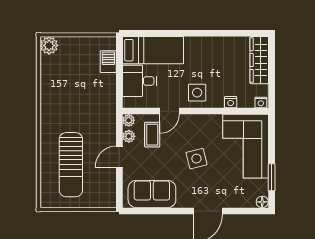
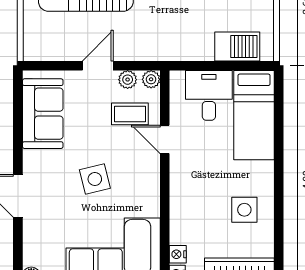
barbecue: (108, 62) -> (237, 46), width x1.38, depth x1.27
side table: (197, 93) -> (244, 210), moved
nightstand: (231, 102) -> (178, 254), moved
door: (119, 157) -> (98, 66), hinge flipped

